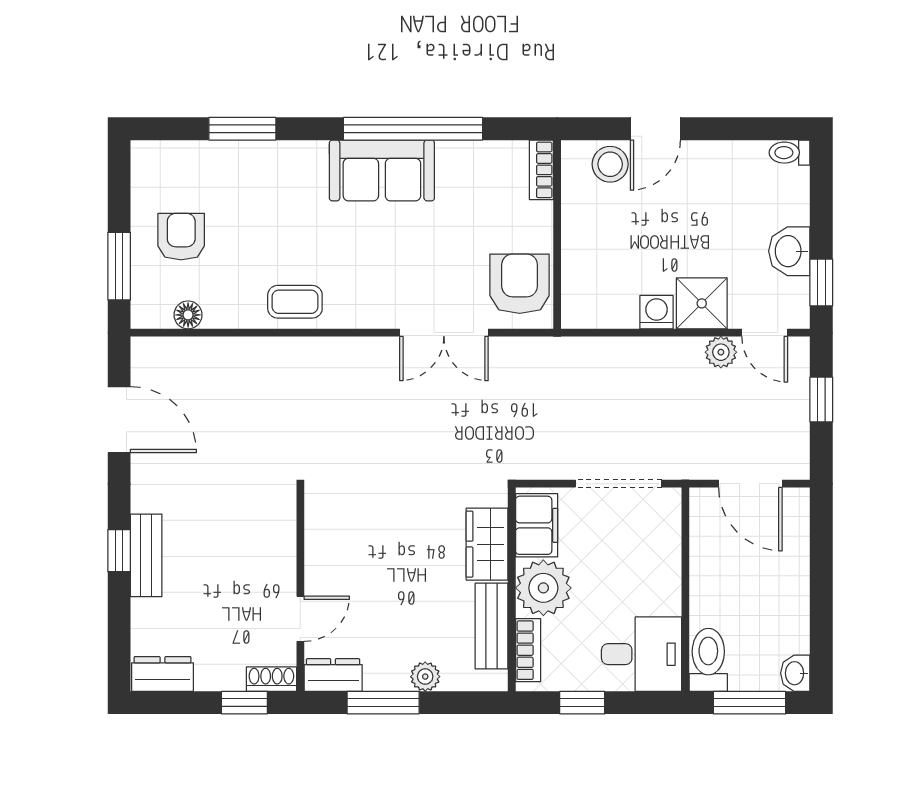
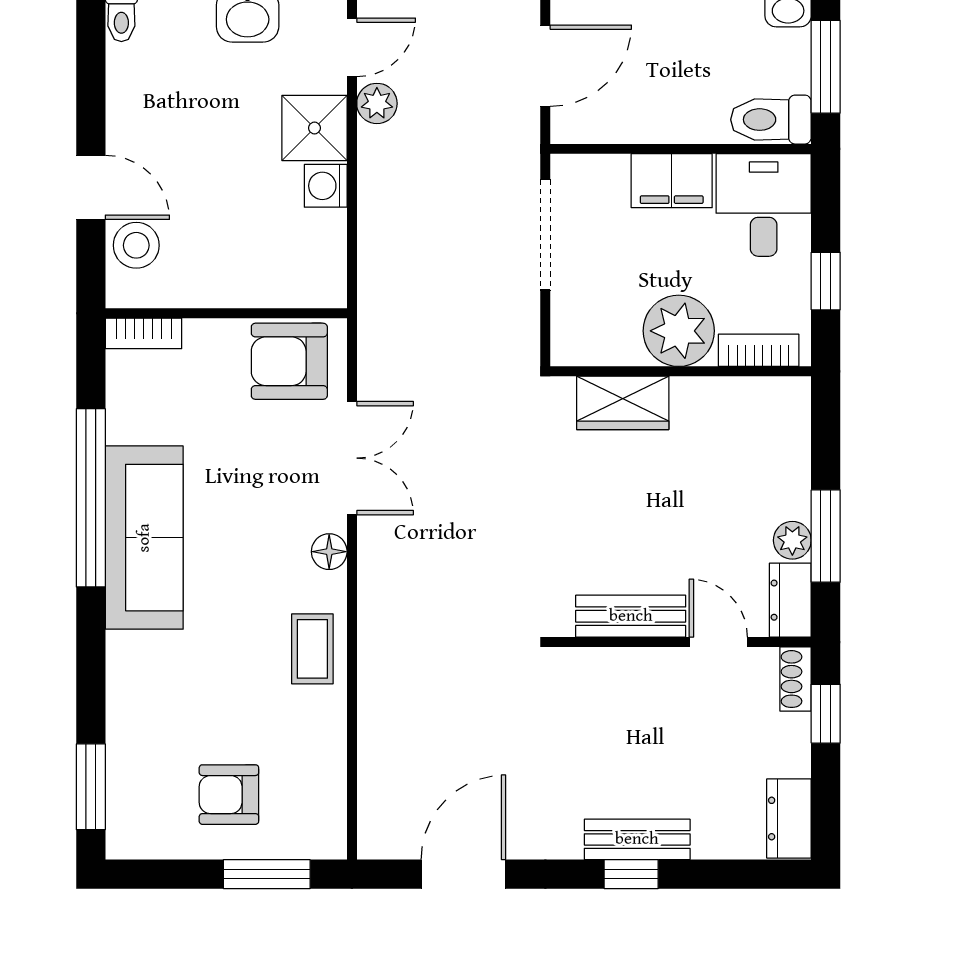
window: (242, 129) -> (91, 787), moved
sofa: (382, 170) -> (144, 538), width x1.36
floor lamp: (188, 315) -> (329, 552), moved
filing cabinet: (537, 525) -> (672, 181), moved, turned 180
bench: (492, 626) -> (631, 616), moved
plant: (425, 677) -> (792, 540), moved

